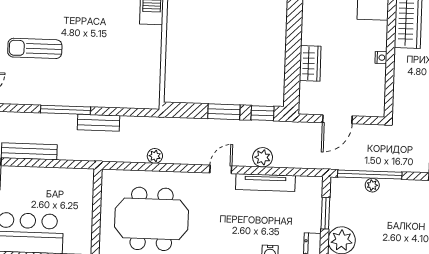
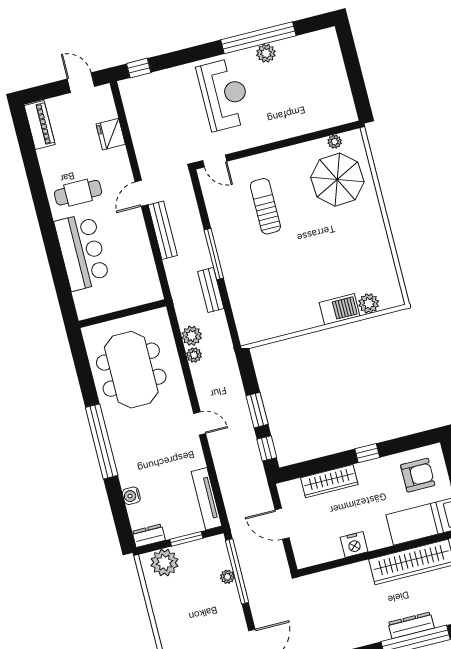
window: (294, 20) -> (367, 453), added
nightstand: (381, 58) -> (354, 544), width x1.89, depth x1.79
wardrobe: (310, 63) -> (329, 481), width x1.50
plant: (263, 157) -> (192, 336), moved
tv unit: (265, 183) -> (206, 499), moved

